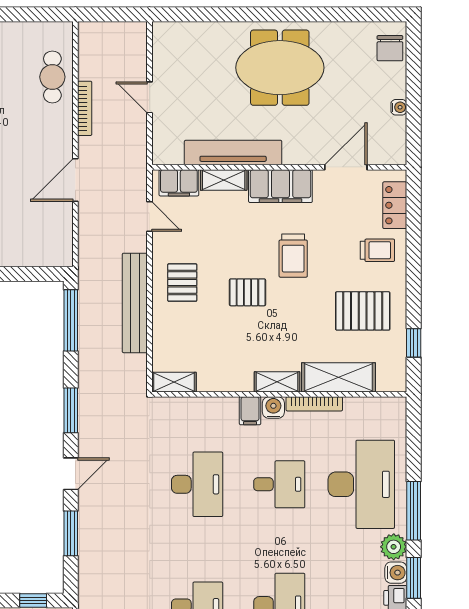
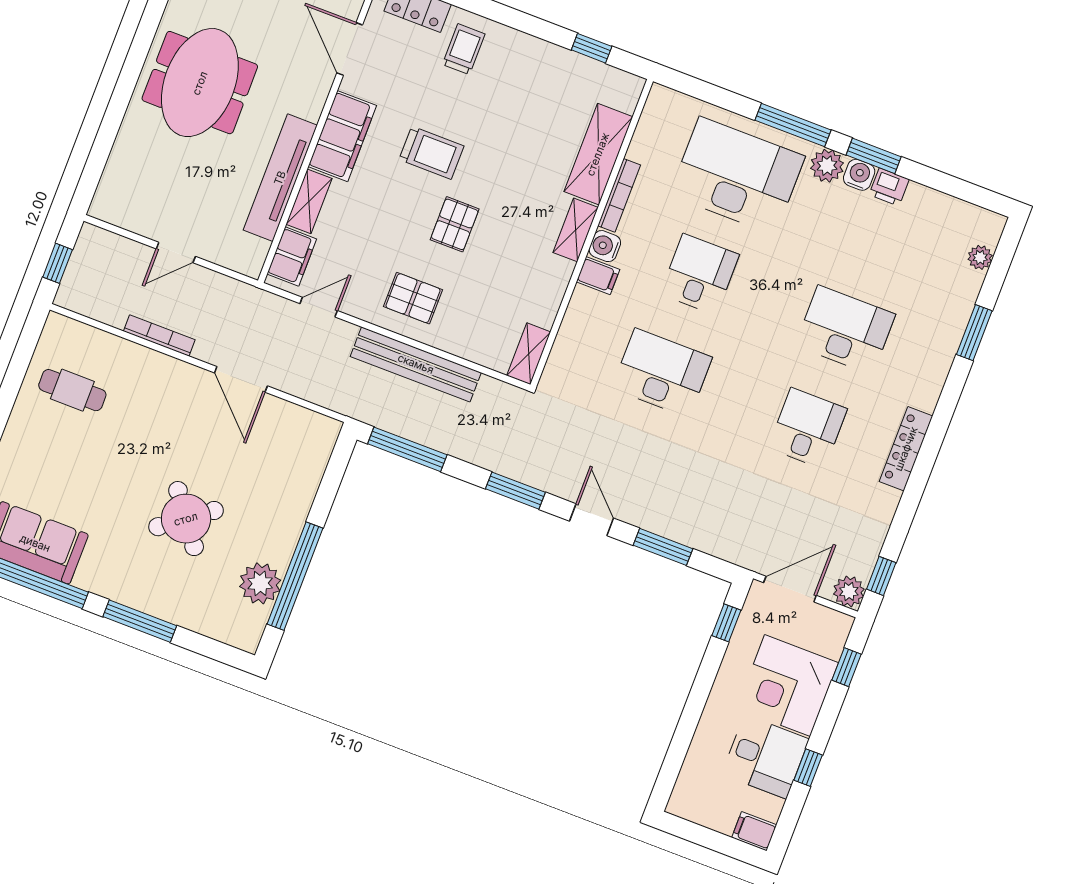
window: (109, 14) -> (58, 263), added
cafe table: (52, 77) -> (72, 390), moved
pallet: (363, 311) -> (530, 95), removed

